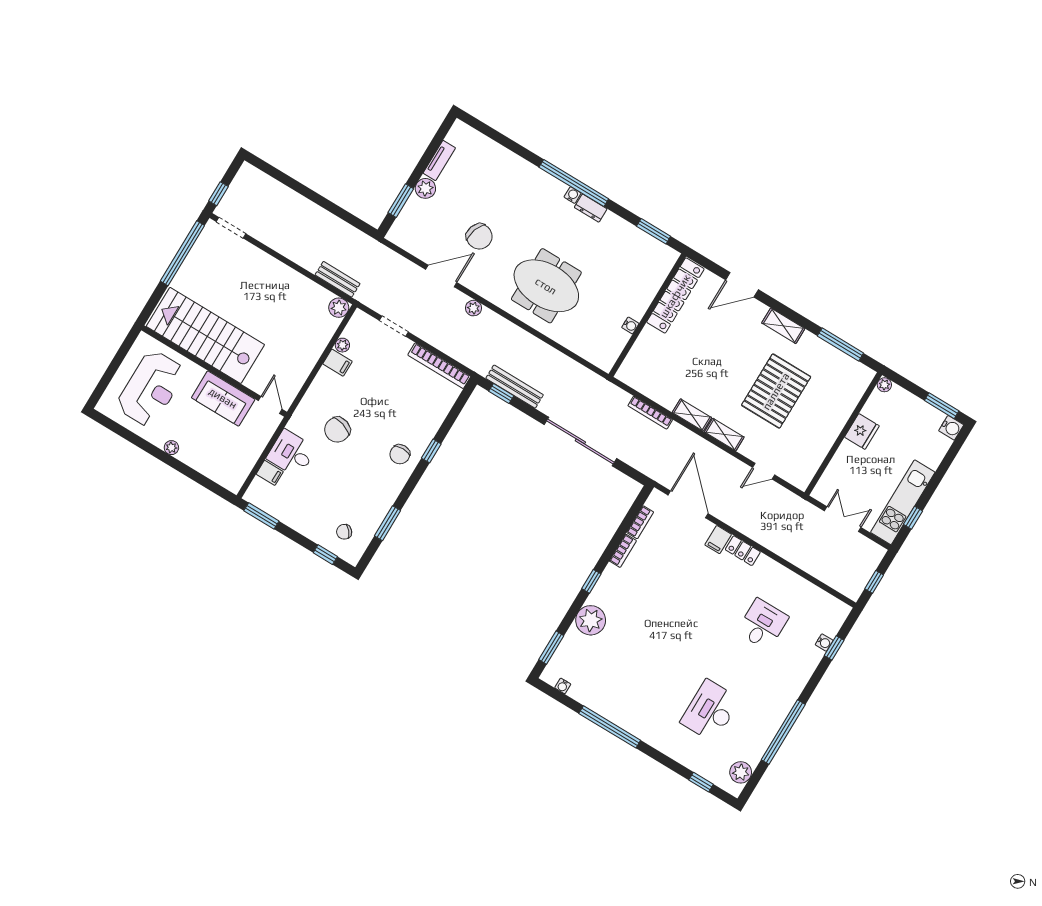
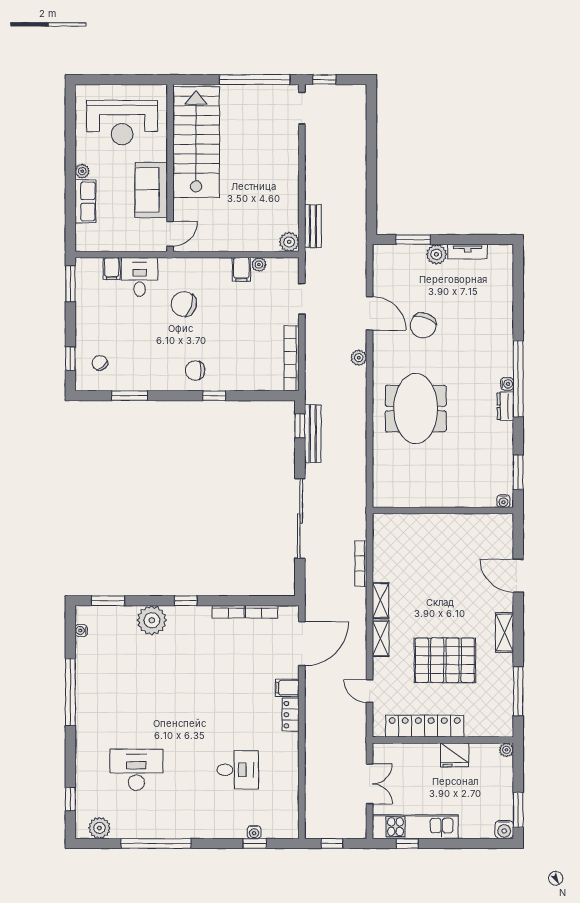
locker: (675, 296) -> (425, 726), moved, turned 180
water cooler: (630, 325) -> (503, 501), moved
row of seats: (199, 461) -> (85, 201), added

